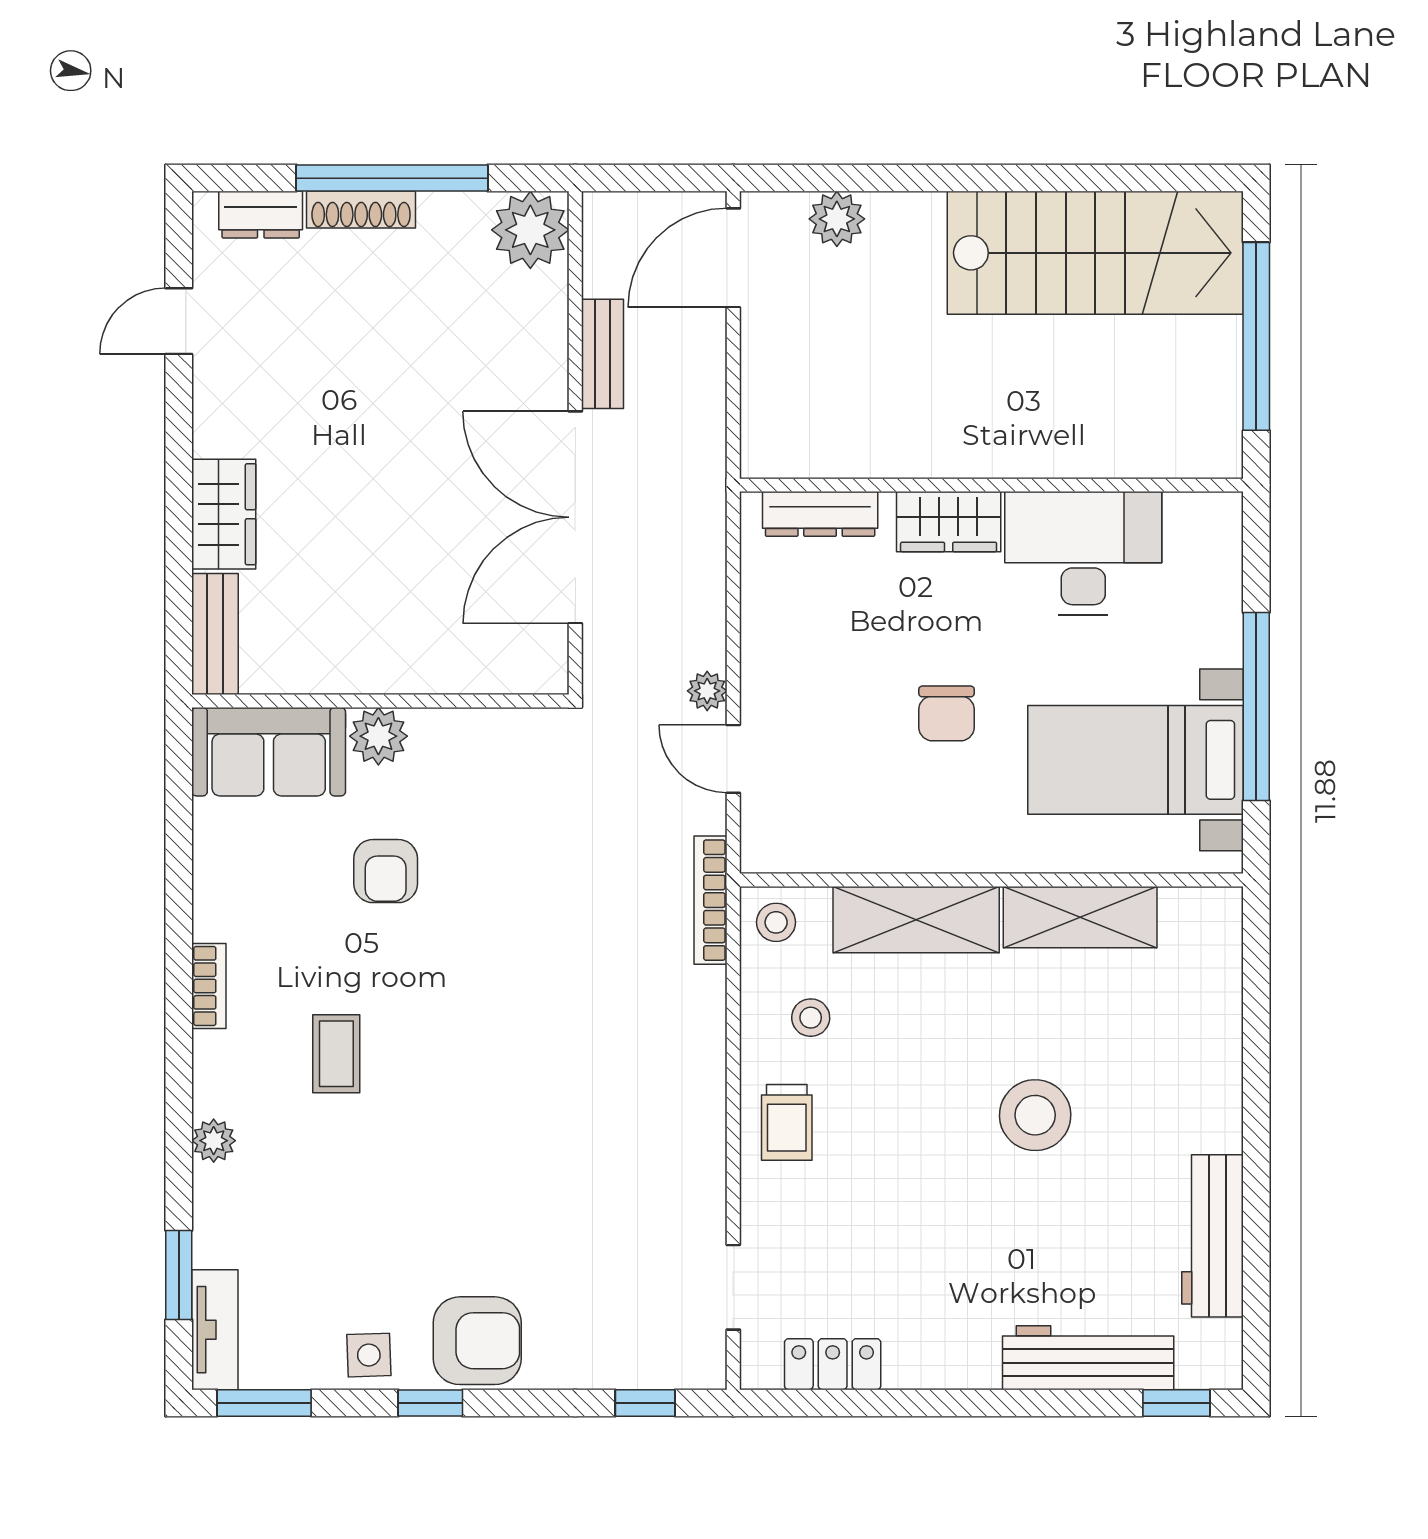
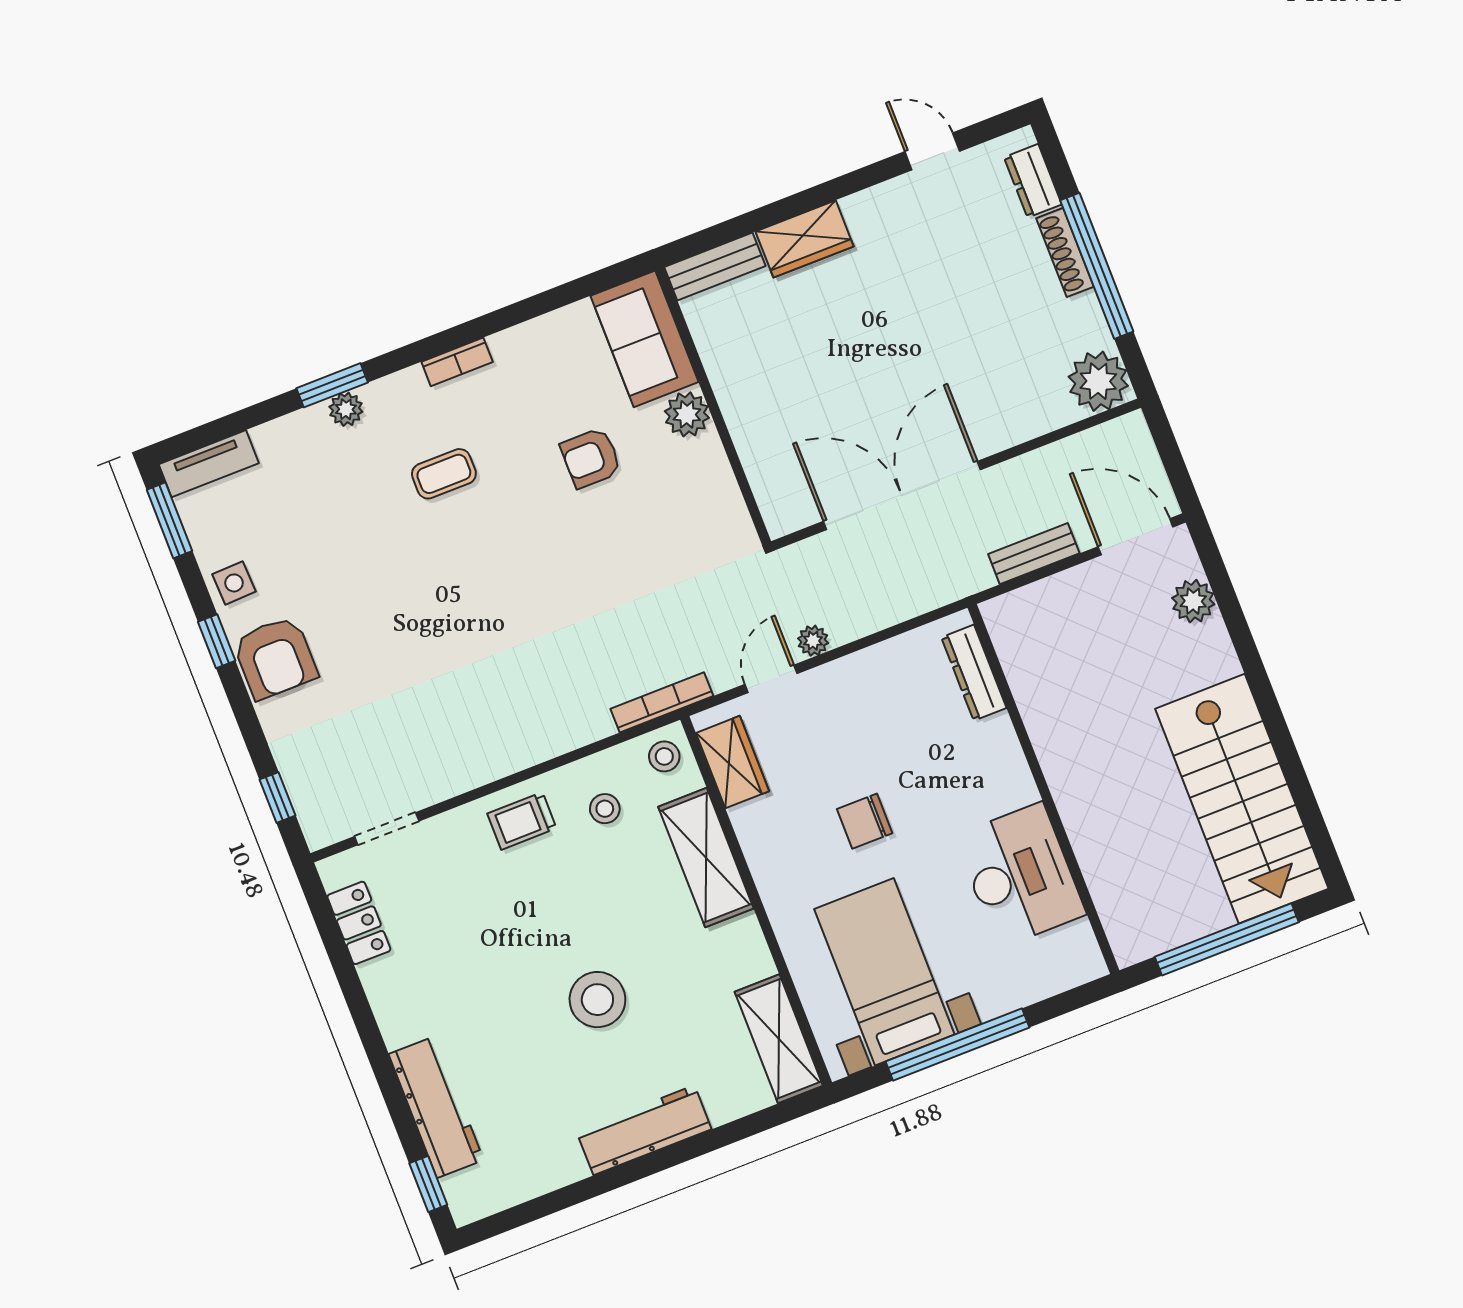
bench: (602, 354) -> (1034, 554), moved
wardrobe: (949, 522) -> (732, 762), moved, turned 180
shelving: (1080, 917) -> (779, 1039), moved
workbench: (1212, 1236) -> (644, 1130), moved
window: (179, 1275) -> (332, 385), moved

